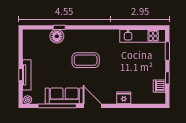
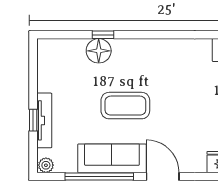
coffee table: (86, 60) -> (125, 106), moved

